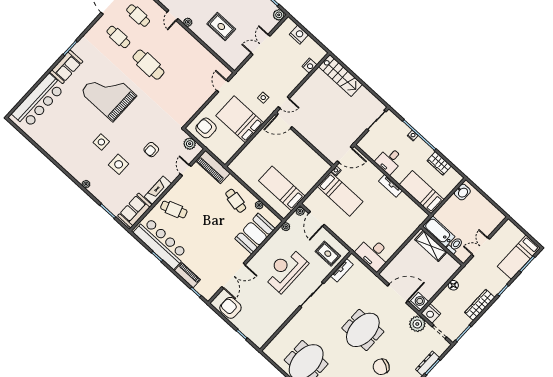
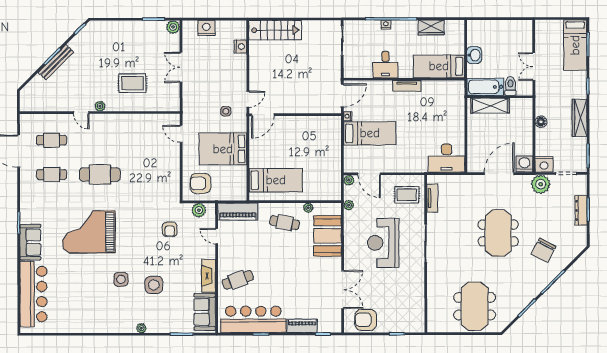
armchair: (151, 150) -> (170, 229), moved
bed: (282, 188) -> (276, 180), moved, turned 180
washbasin: (462, 192) -> (474, 55), moved

